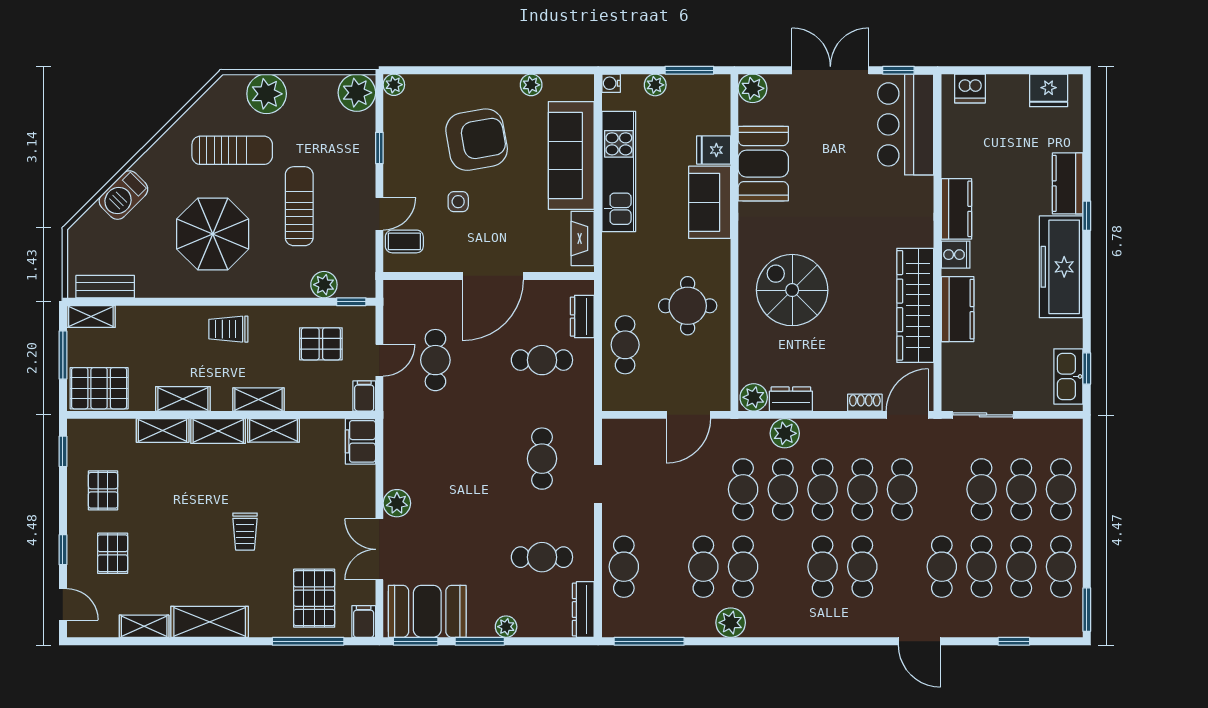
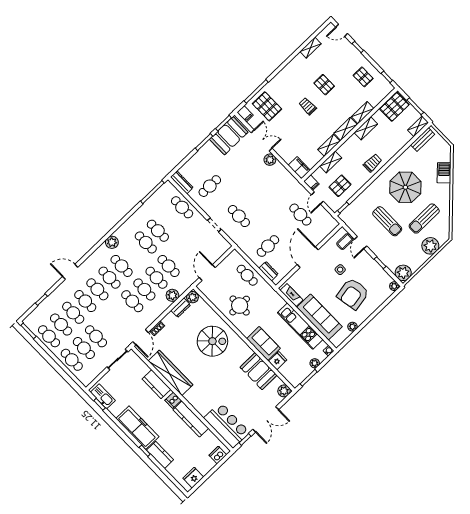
kitchen counter: (957, 209) -> (191, 419), width x1.50
plant: (324, 285) -> (357, 205), removed
shelving: (258, 399) -> (331, 162), moved
cafe table: (902, 489) -> (97, 289), moved
pallet: (113, 553) -> (324, 85), moved
shelving: (210, 622) -> (292, 68), removed
plant: (731, 623) -> (112, 242), moved
plant: (506, 627) -> (200, 154), removed

